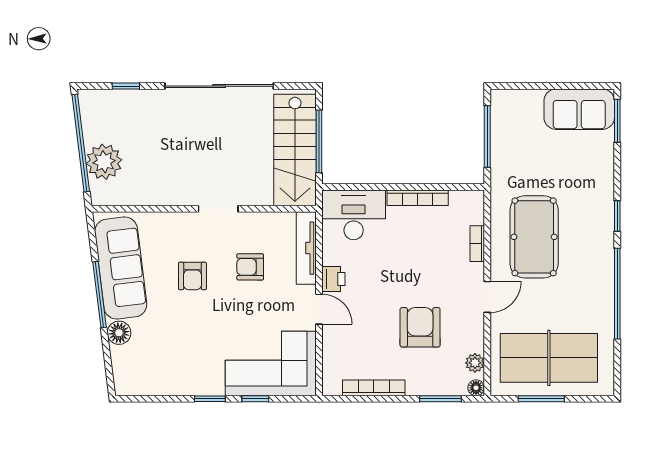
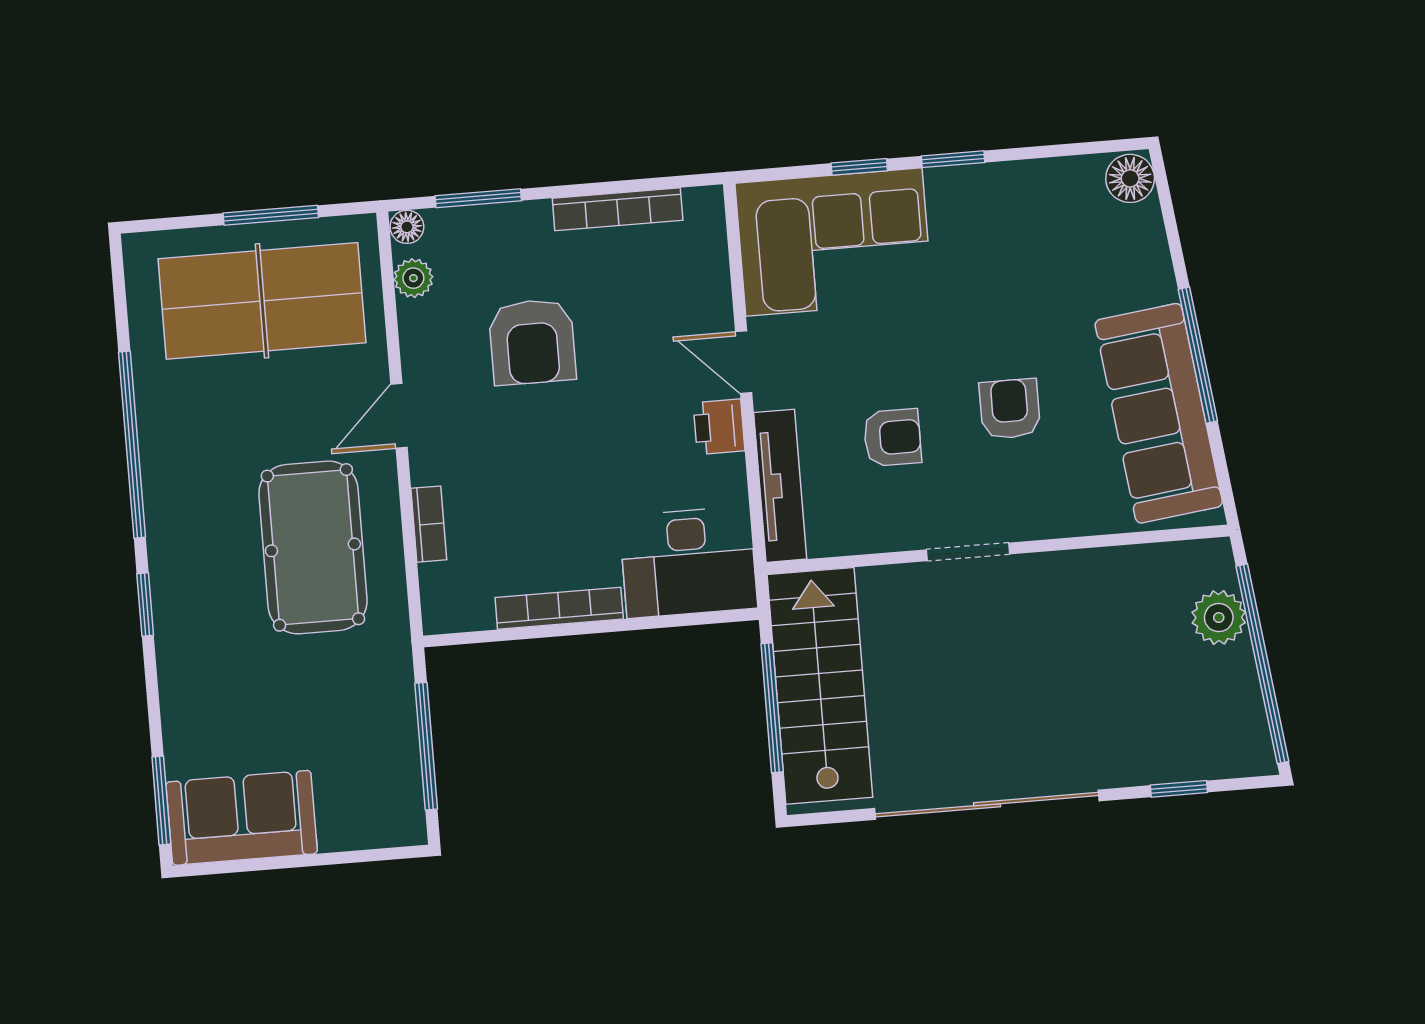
plant: (104, 162) -> (1219, 618), width x0.73, depth x0.73
floor lamp: (119, 333) -> (1130, 178), moved

